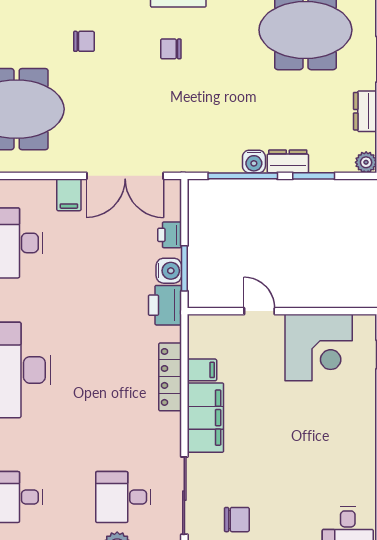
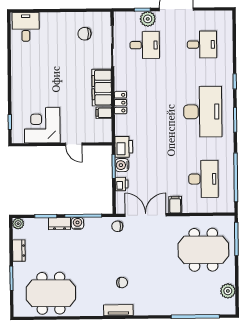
chair: (84, 41) -> (117, 226), moved
locker: (170, 377) -> (121, 103), width x0.66

